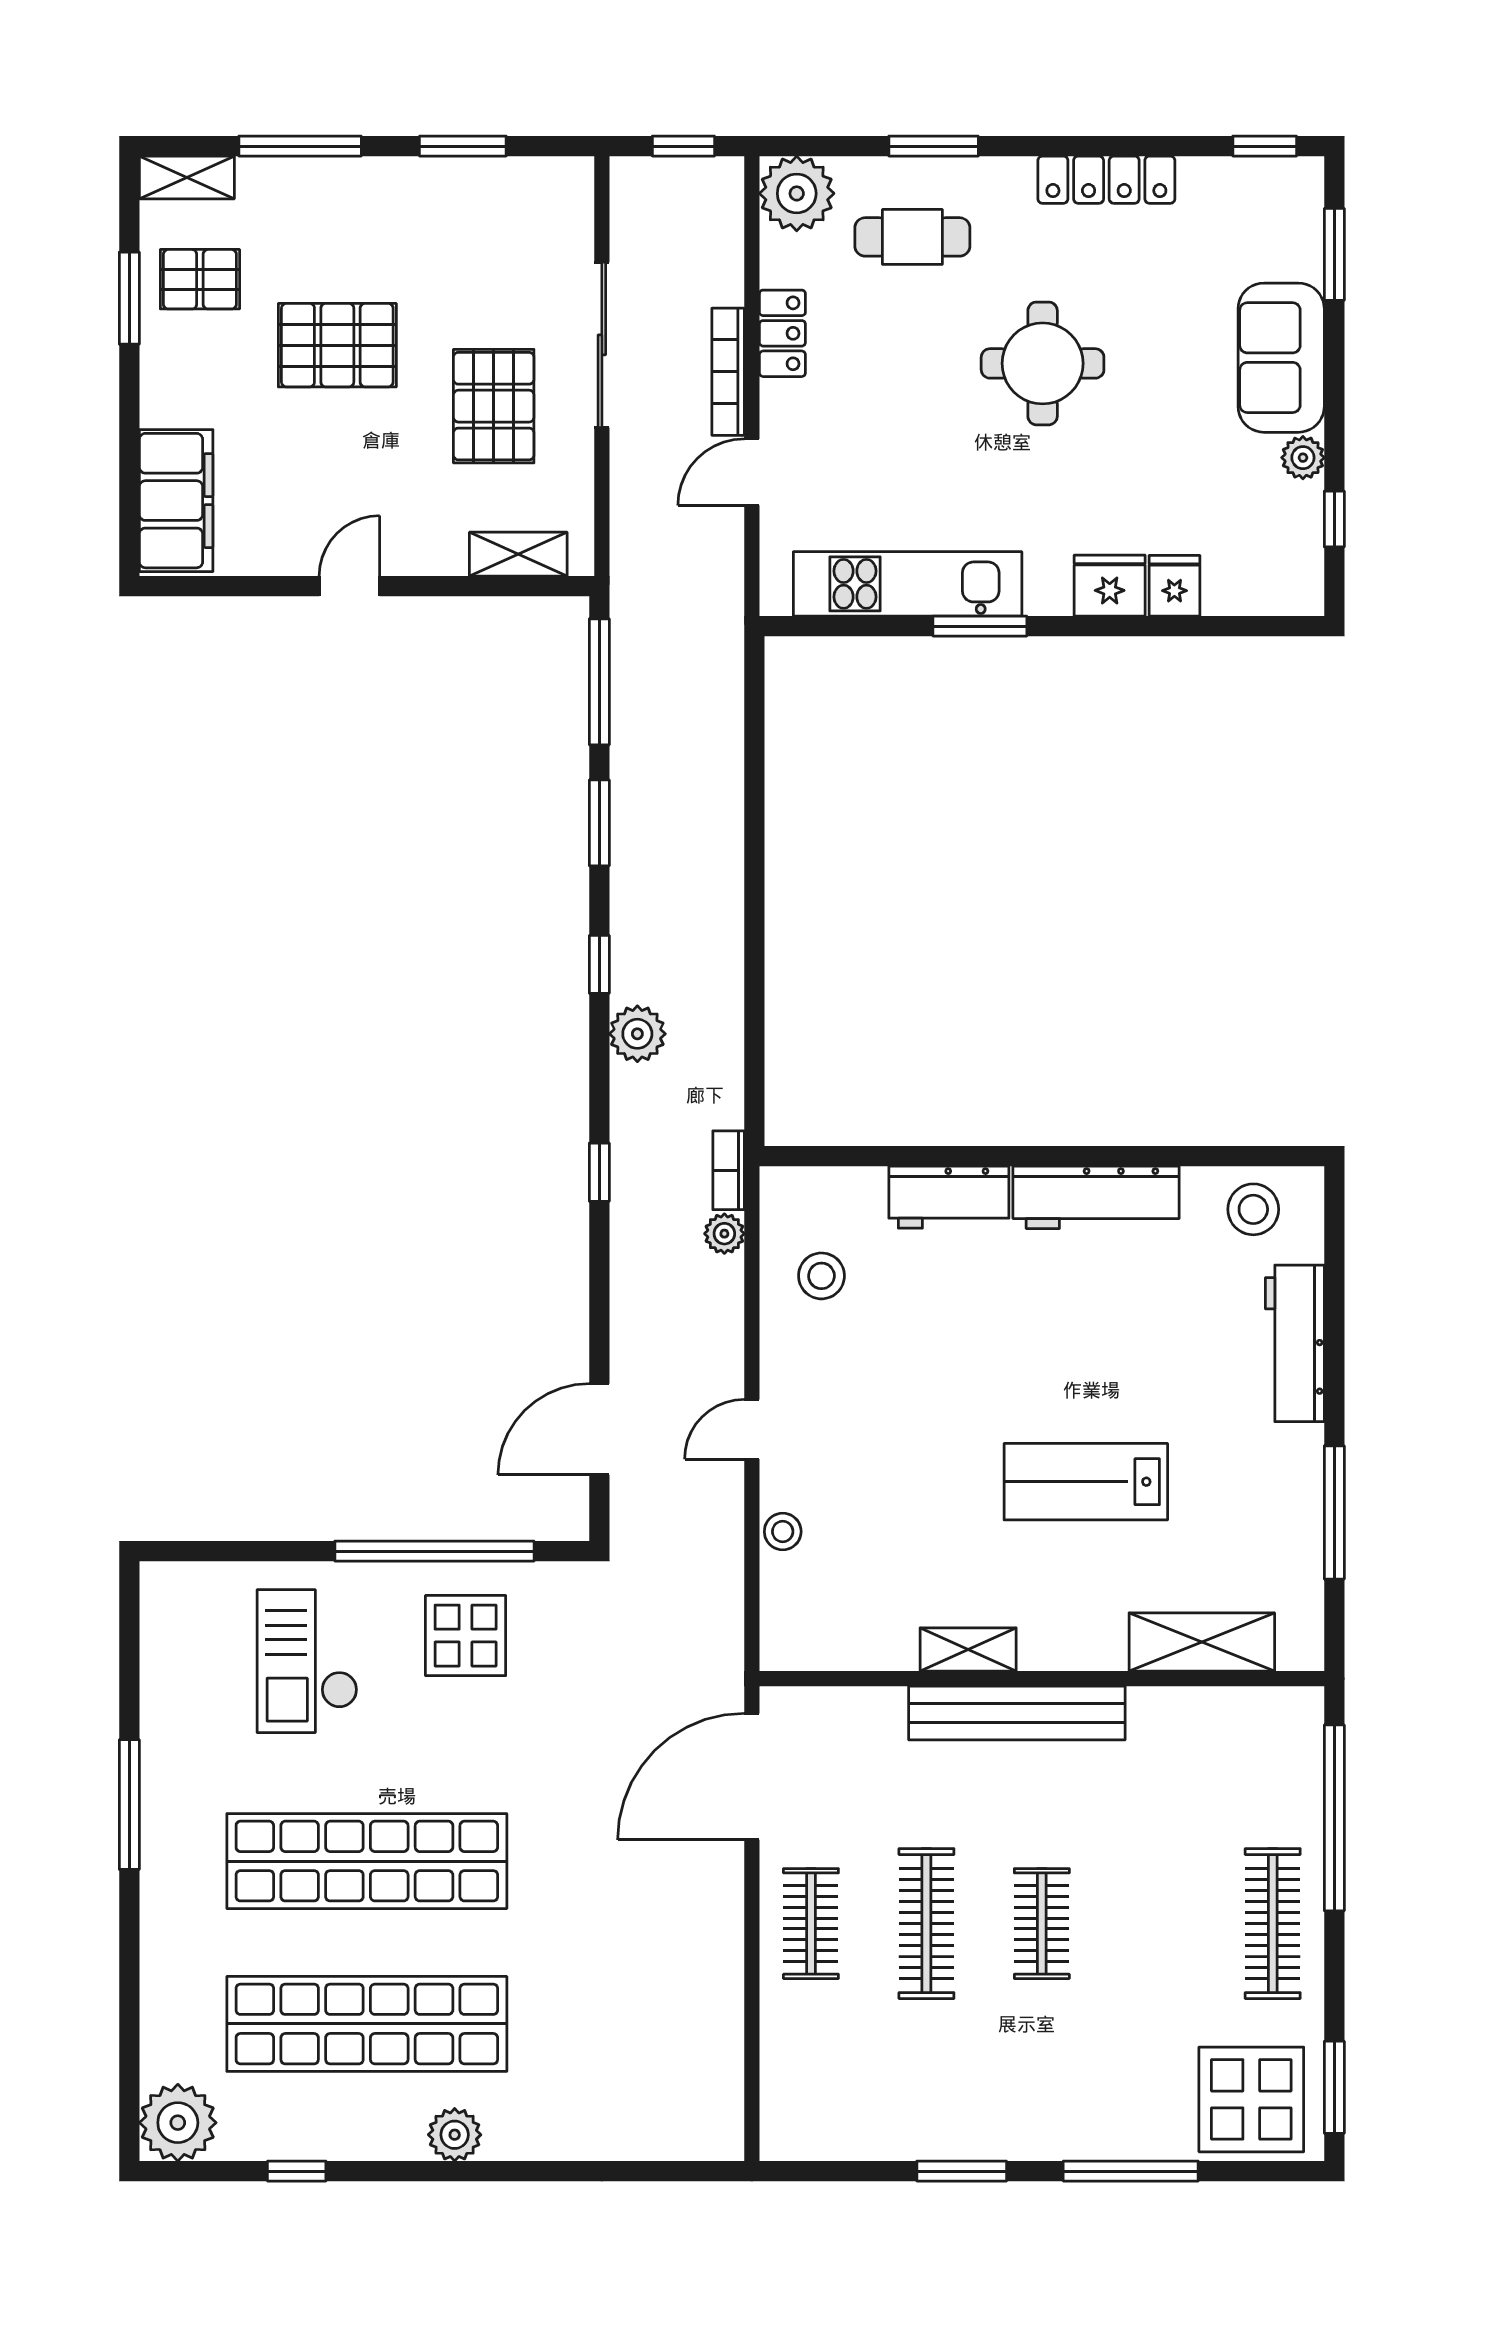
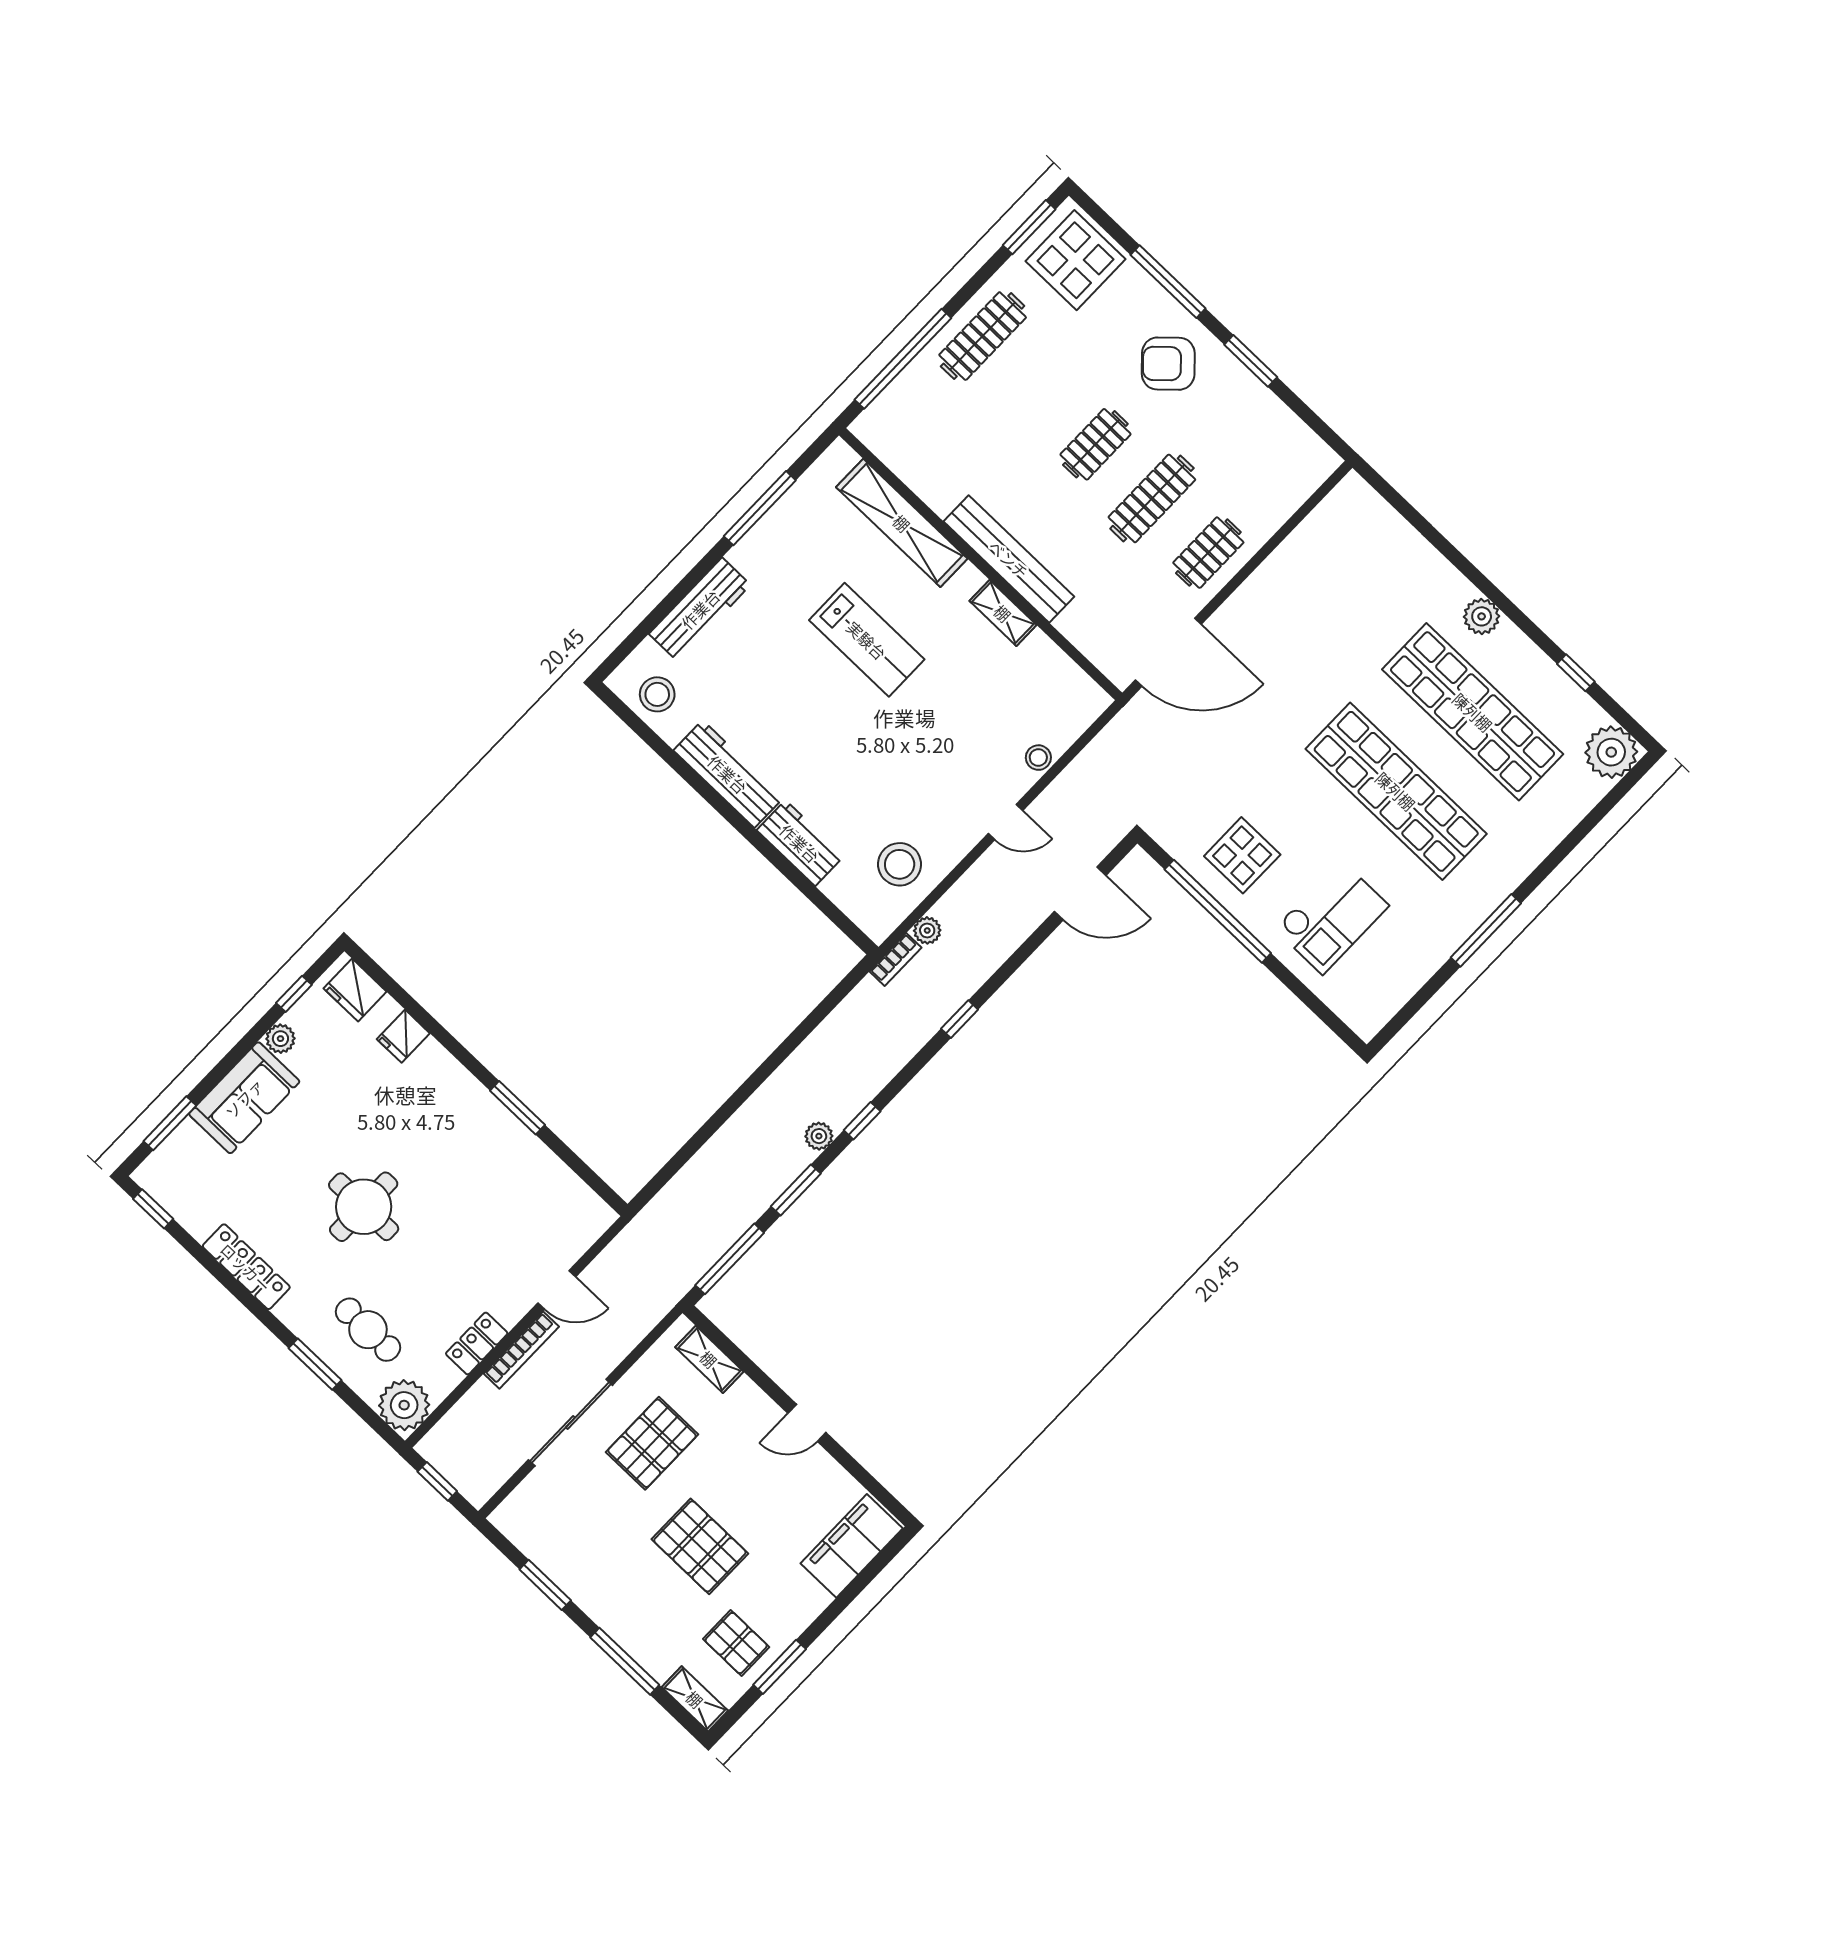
kitchen unit: (908, 584) -> (533, 1162), removed
fridge: (1110, 586) -> (355, 990), moved
plant: (637, 1034) -> (819, 1136), moved, width x0.73, depth x0.73
stool: (821, 1276) -> (900, 864), width x1.38, depth x1.38
shelving: (1202, 1642) -> (902, 523), width x1.47
armchair: (1047, 2084) -> (1168, 364), added

